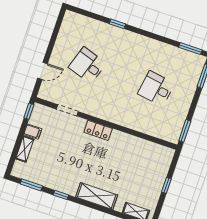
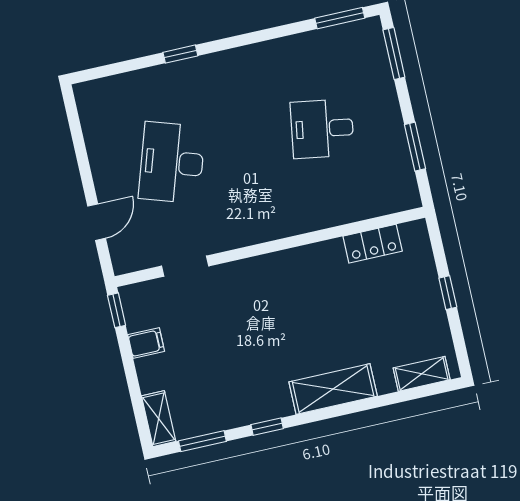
desk: (87, 65) -> (172, 162), width x1.37
locker: (98, 130) -> (373, 244), moved
window: (185, 131) -> (415, 147), moved
shelving: (25, 149) -> (159, 419), moved

